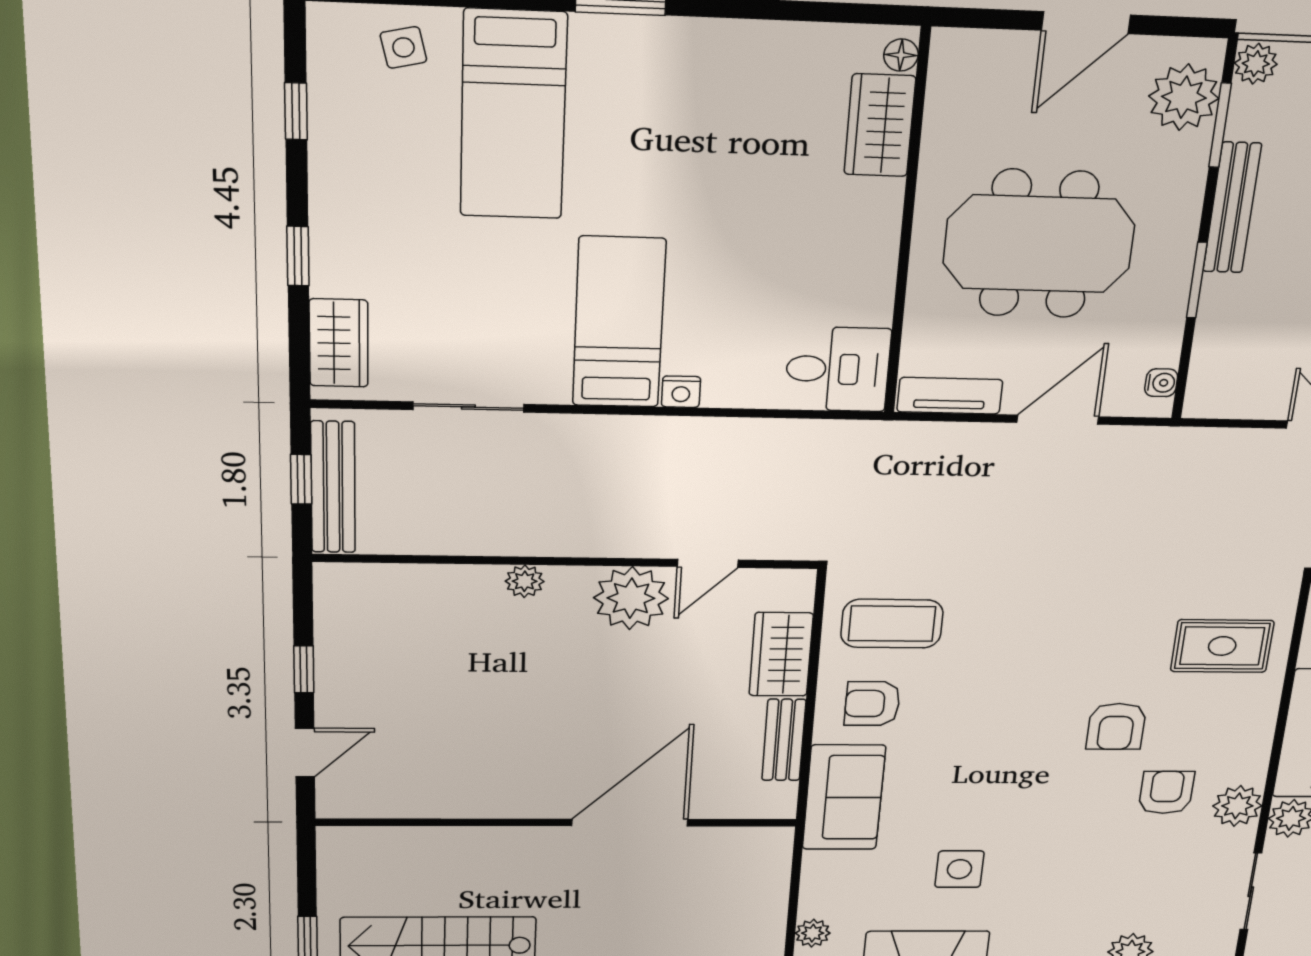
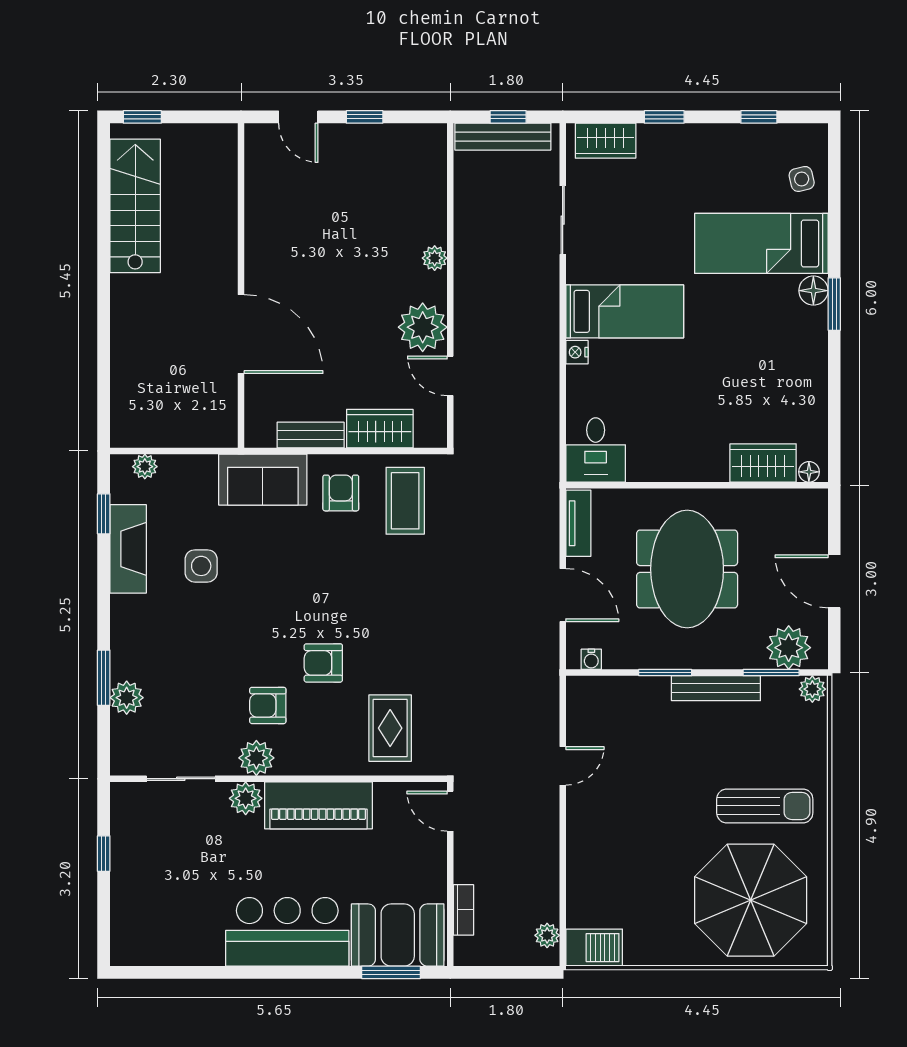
floor lamp: (596, 36) -> (813, 291), added
armchair: (1166, 792) -> (268, 705), turned 180

